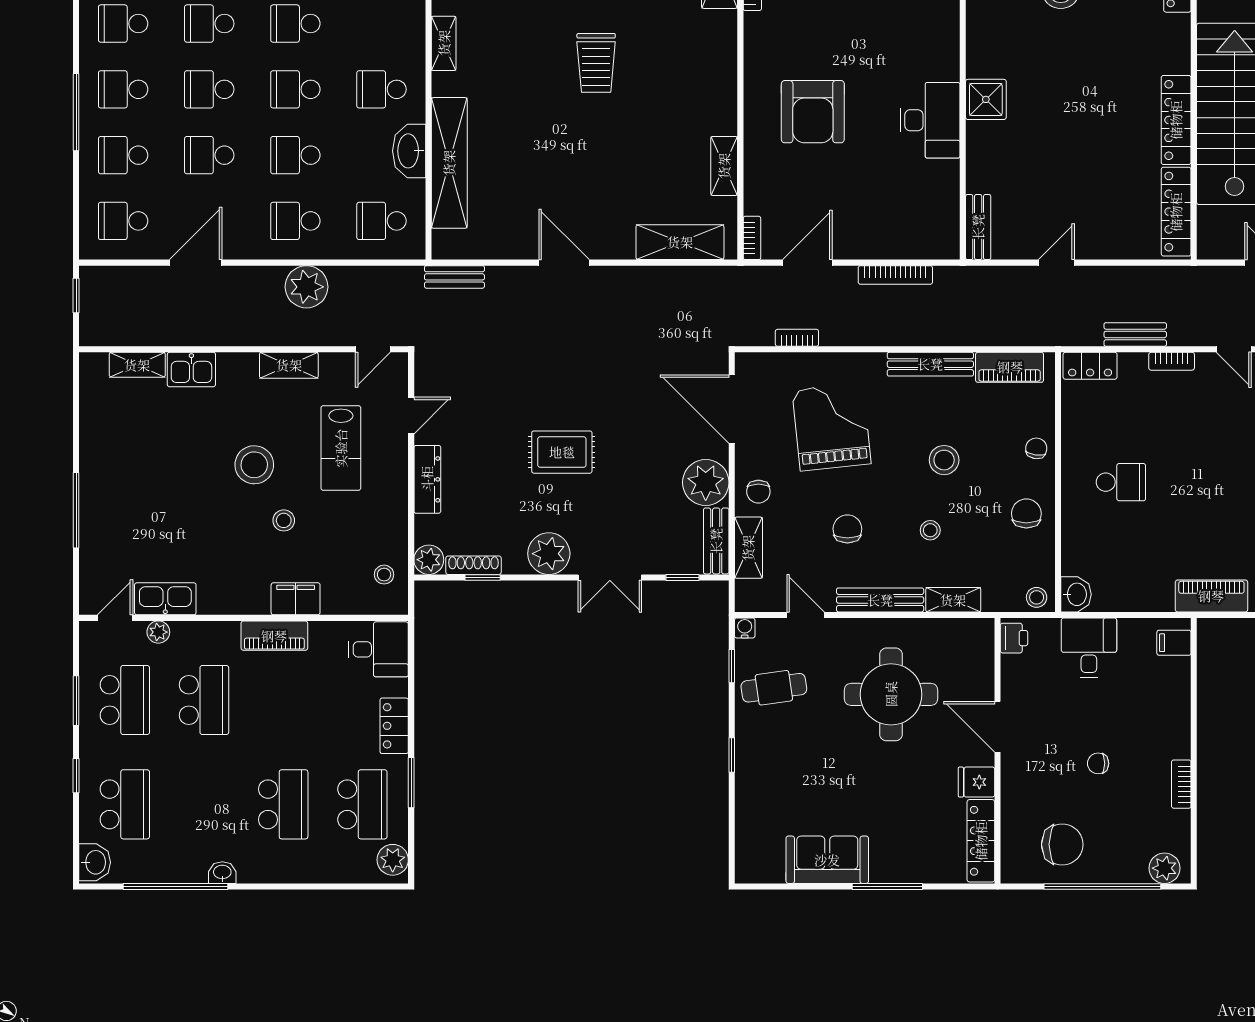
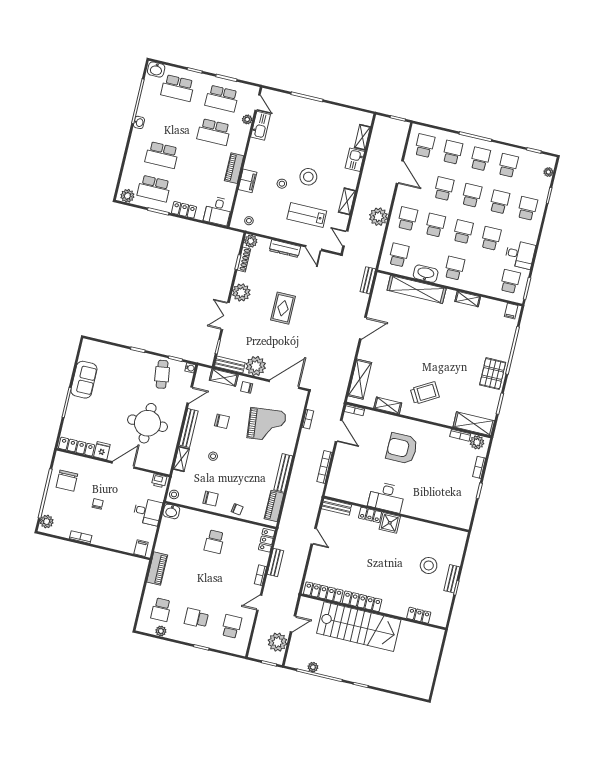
trolley: (596, 63) -> (425, 393), moved, turned 150
locker: (979, 148) -> (370, 515), added
stool: (944, 460) -> (241, 469), removed

